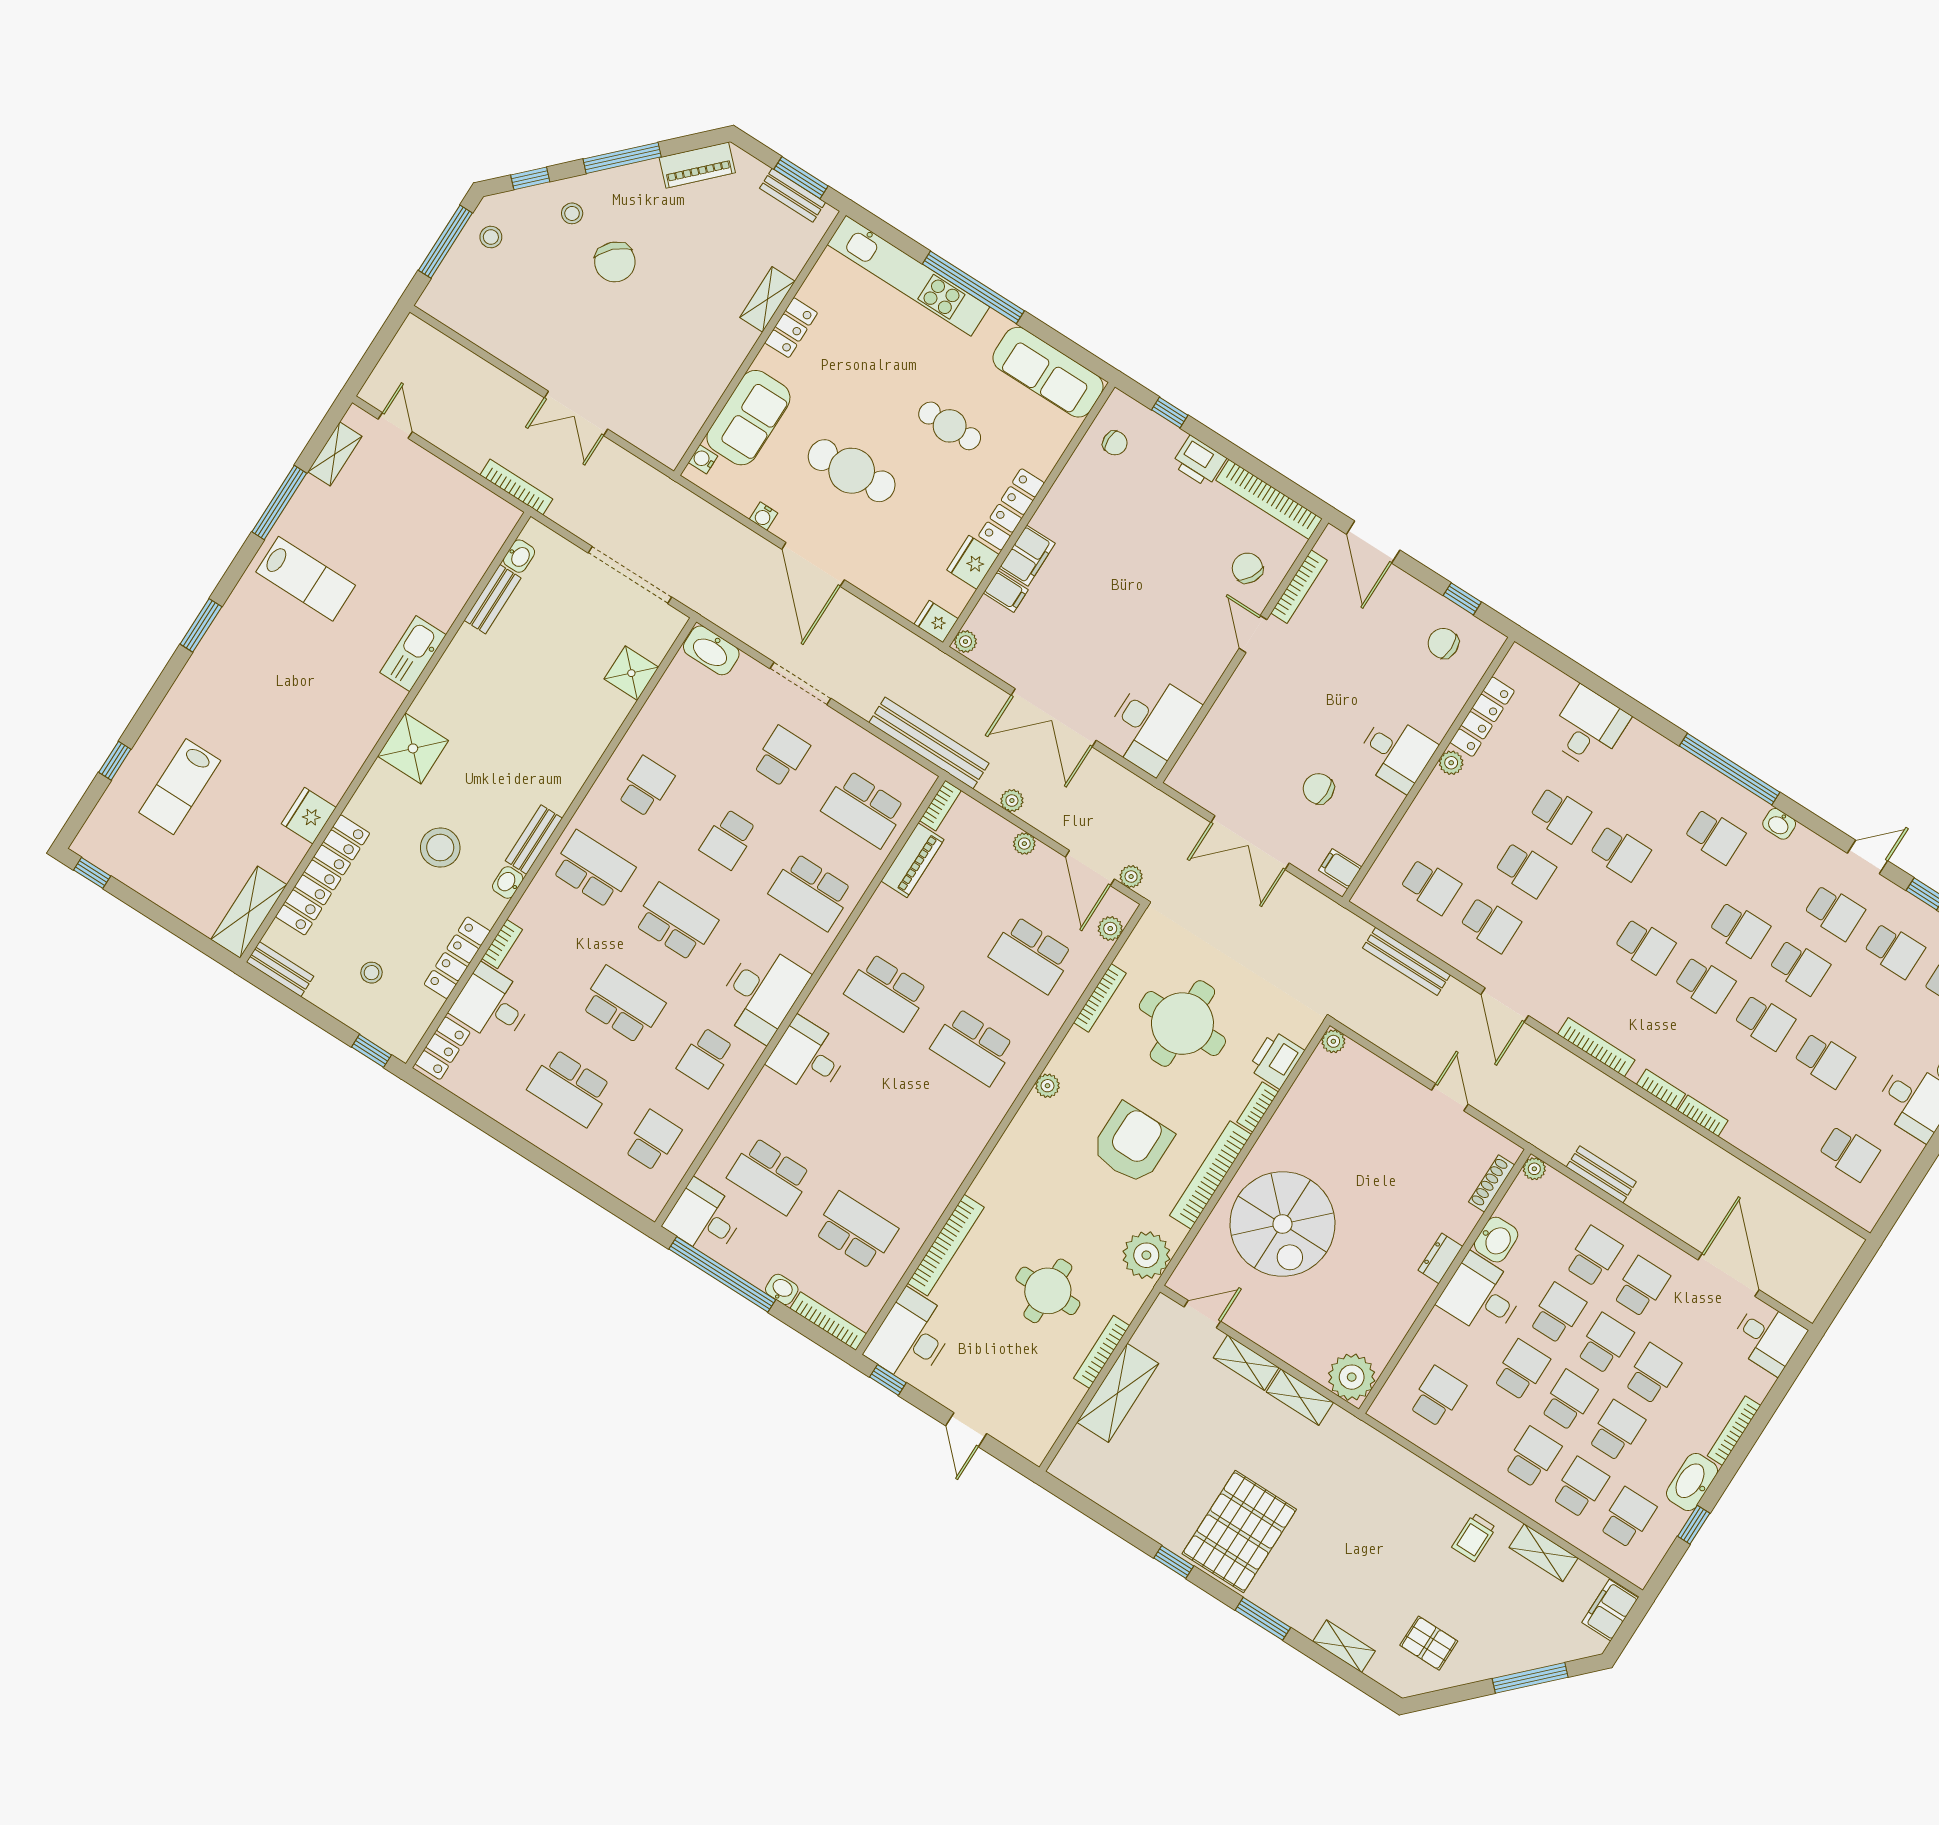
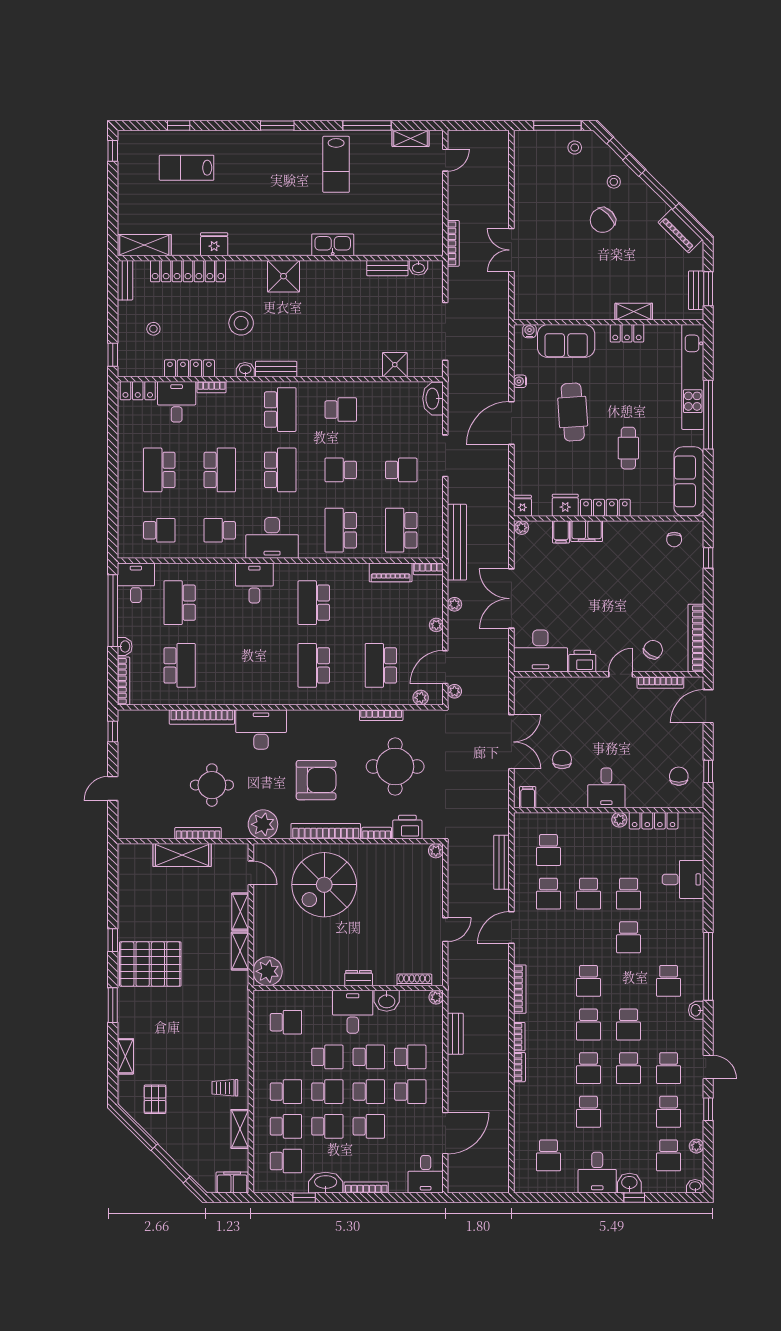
printer: (1199, 461) -> (582, 661), moved, turned 90
double door: (1250, 843) -> (511, 742), swing flipped
plant: (1048, 1086) -> (318, 717), removed
desk: (911, 1337) -> (261, 729), moved

